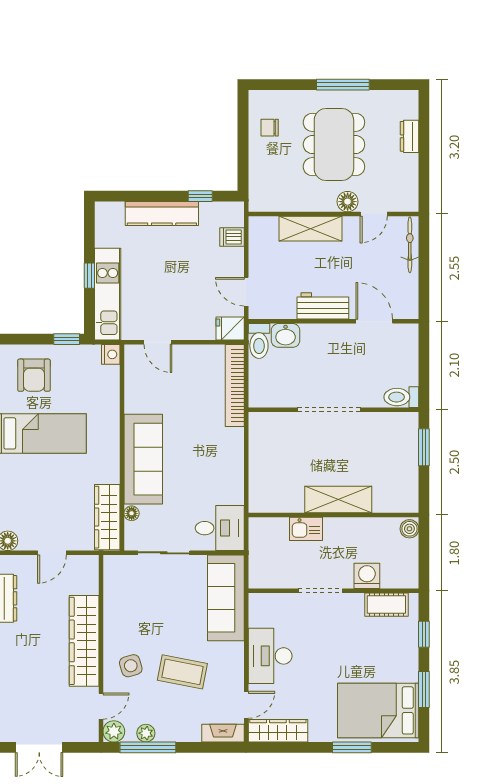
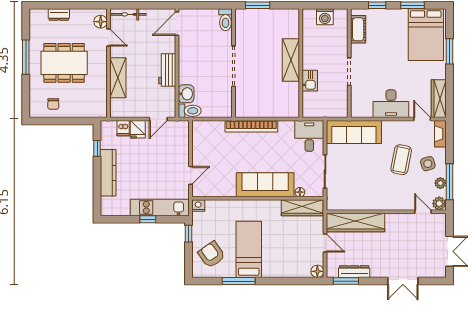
floor lamp: (348, 202) -> (101, 22), moved
door: (374, 321) -> (177, 24), moved
fridge: (230, 329) -> (138, 129), moved
armchair: (34, 375) -> (212, 255), turned -125
bookcase: (235, 385) -> (251, 126), moved
boiler: (409, 529) -> (310, 15), removed
washing machine: (367, 576) -> (325, 17), moved, turned -90
wardrobe: (84, 641) -> (355, 223), moved
side table: (131, 666) -> (428, 164), moved

